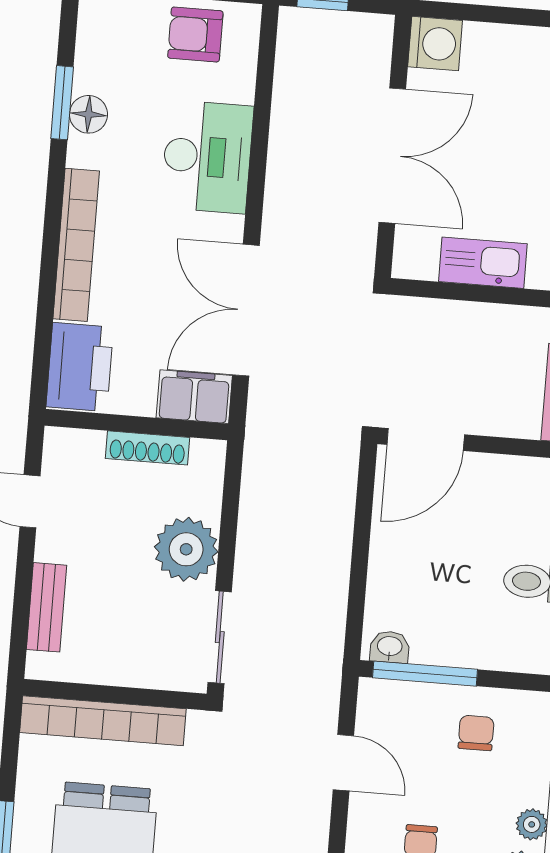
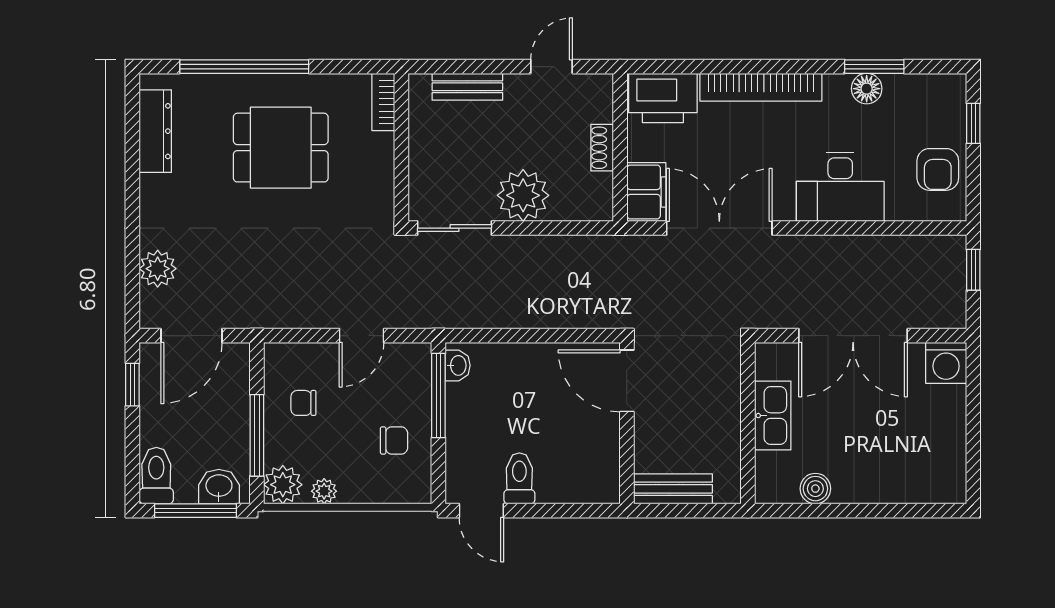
armchair: (195, 34) -> (938, 169), turned 180
shoe rack: (148, 448) -> (602, 148), width x0.70
bookcase: (103, 721) -> (383, 102), width x0.43, depth x0.76

